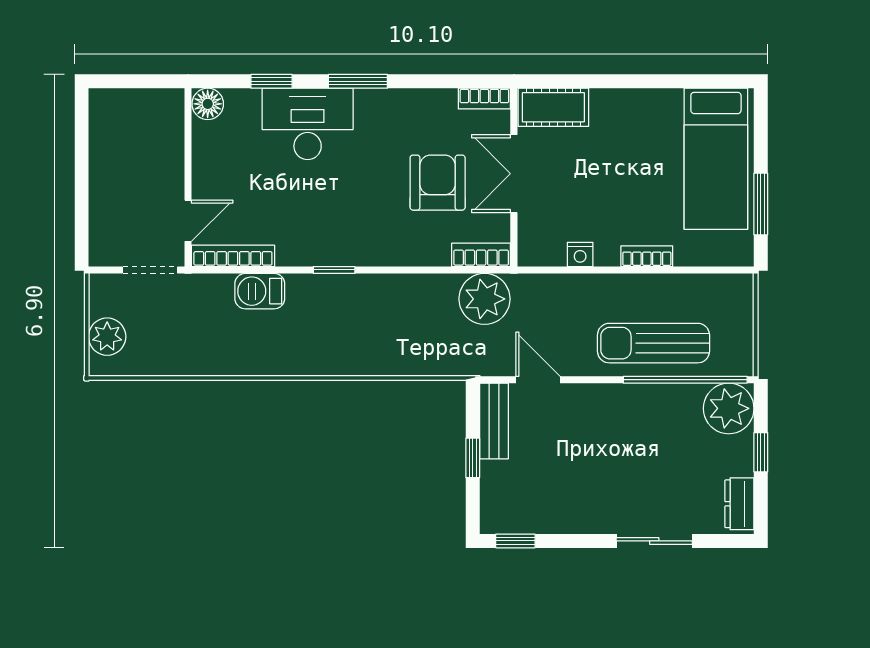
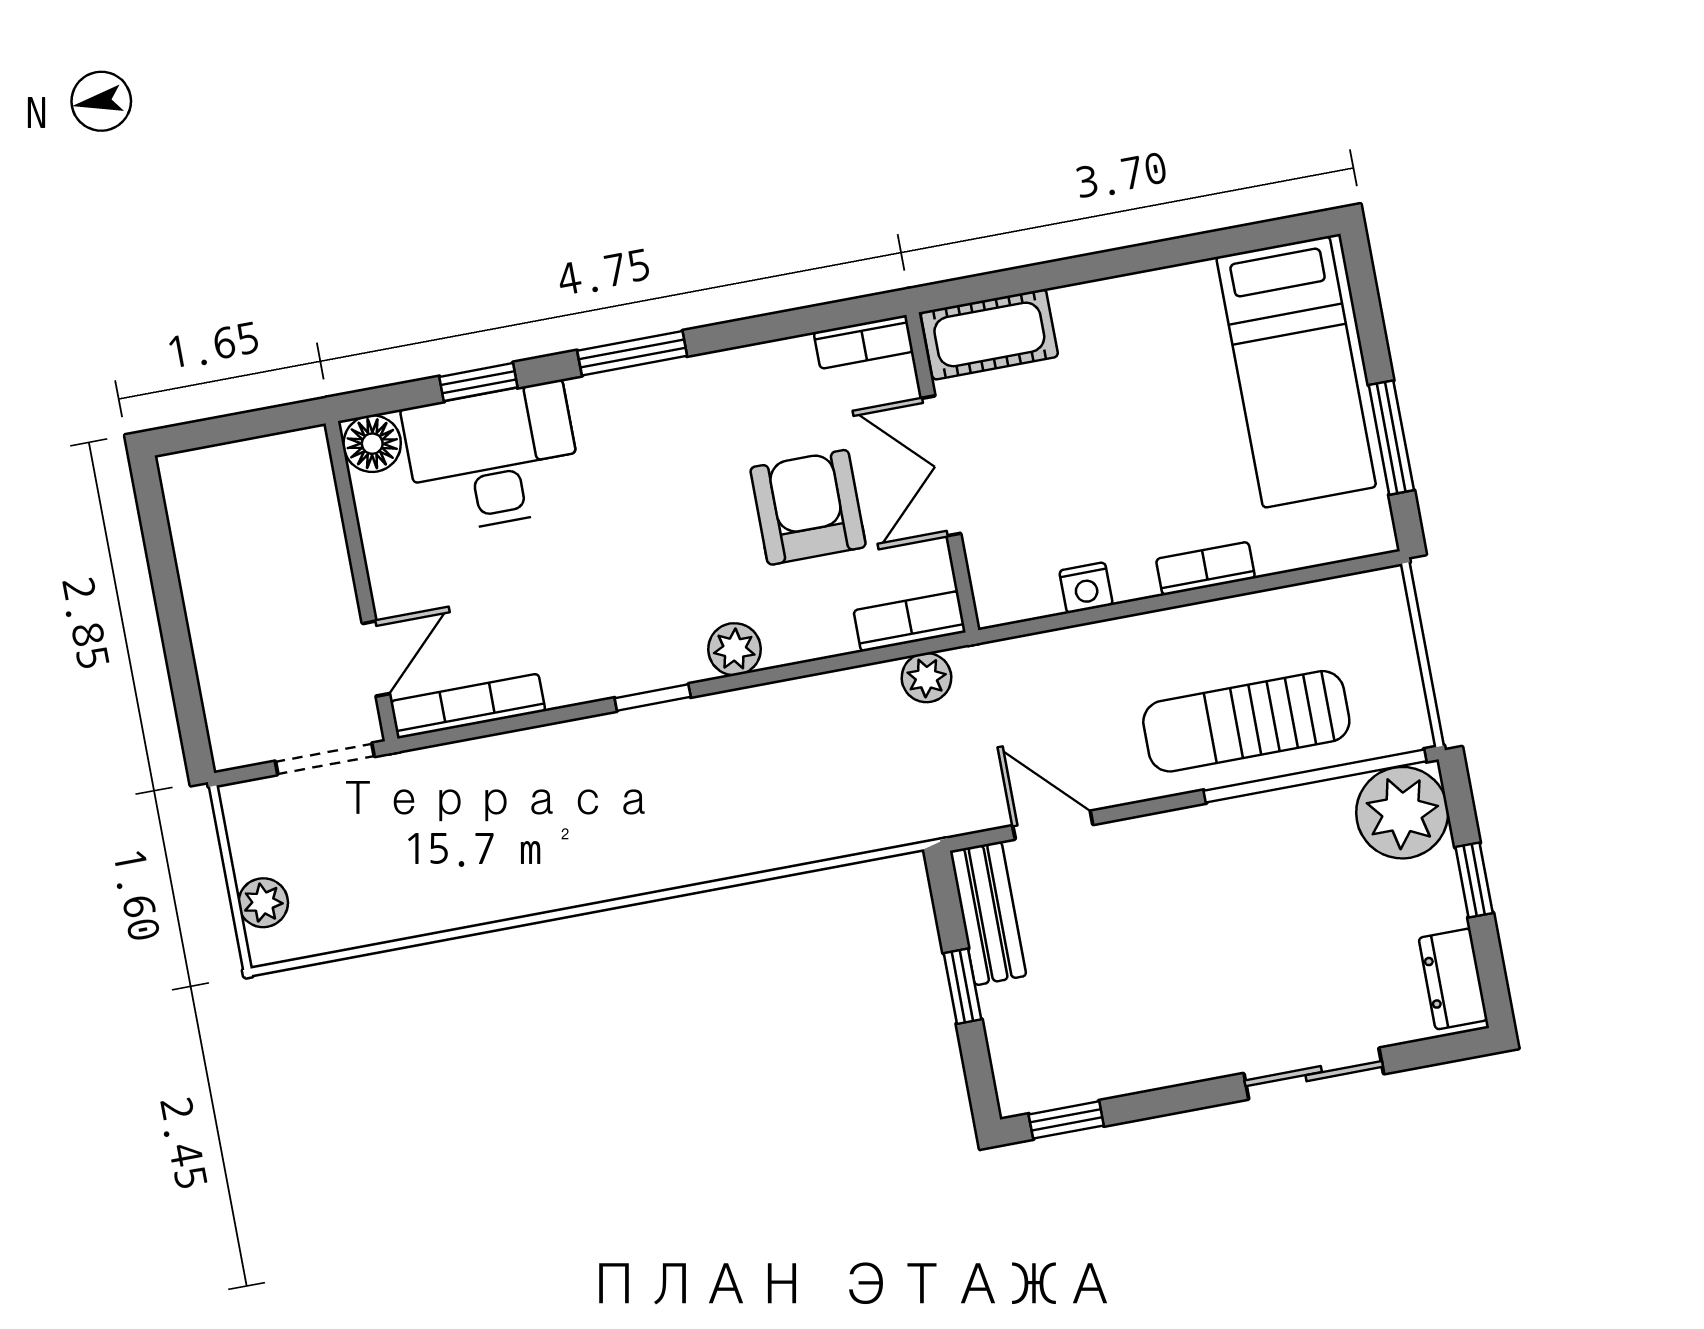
desk: (308, 124) -> (493, 458), moved
plant: (383, 252) -> (734, 649), added
barbecue: (260, 291) -> (527, 760), removed
plant: (485, 299) -> (926, 678), width x0.53, depth x0.53
plant: (107, 337) -> (263, 903), width x0.73, depth x0.73

